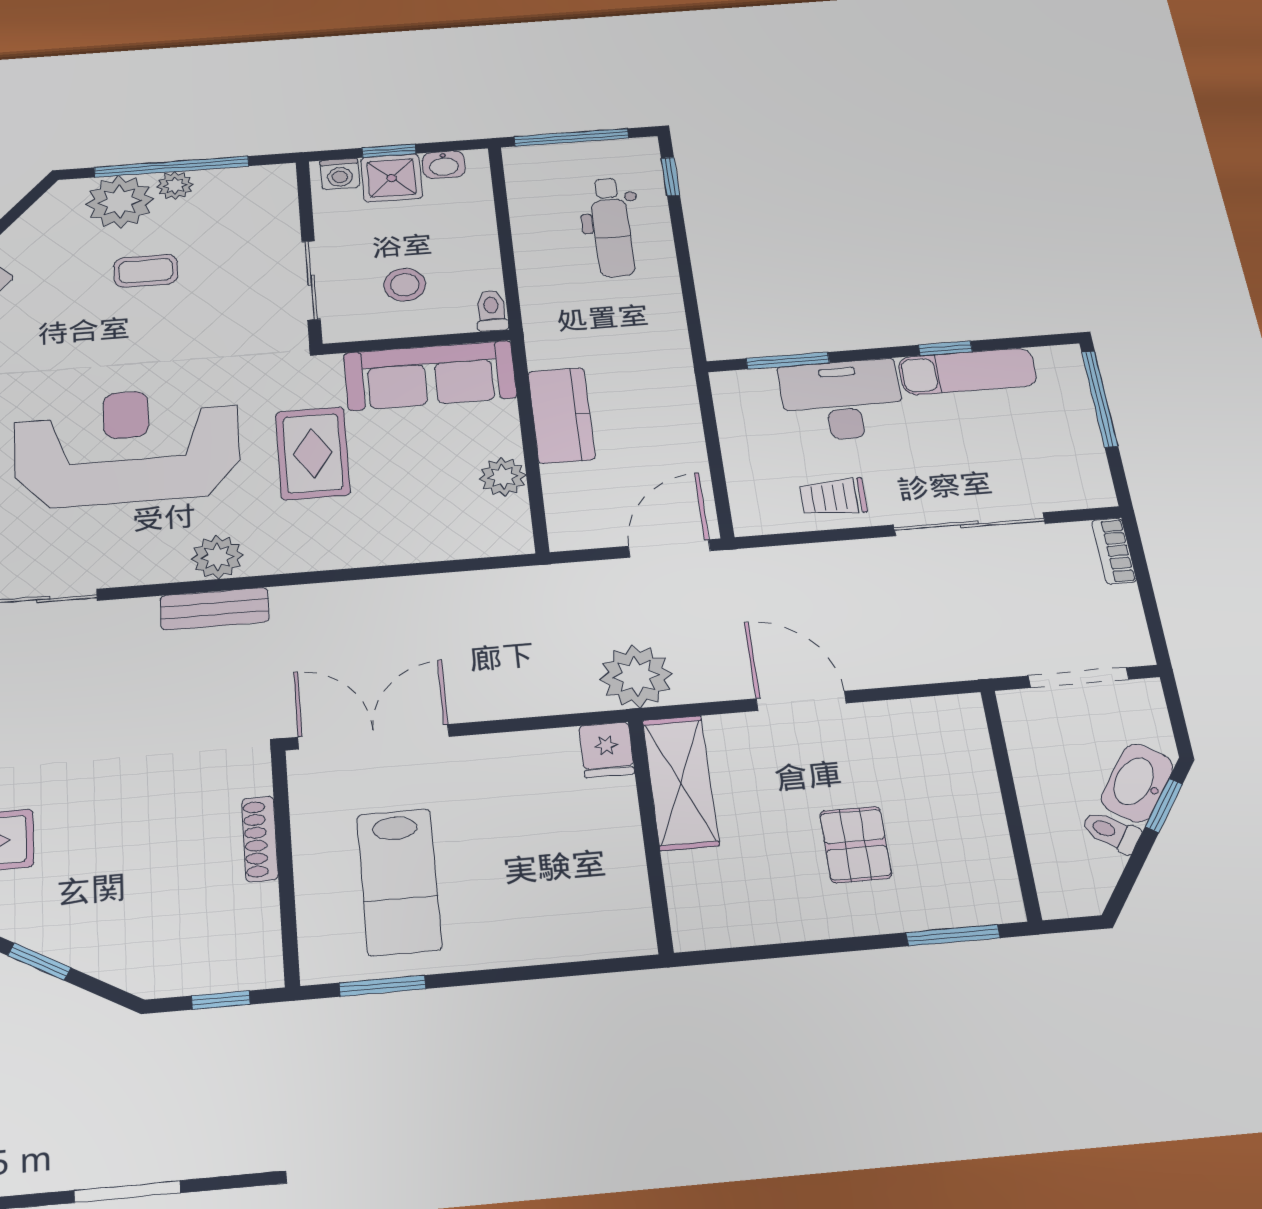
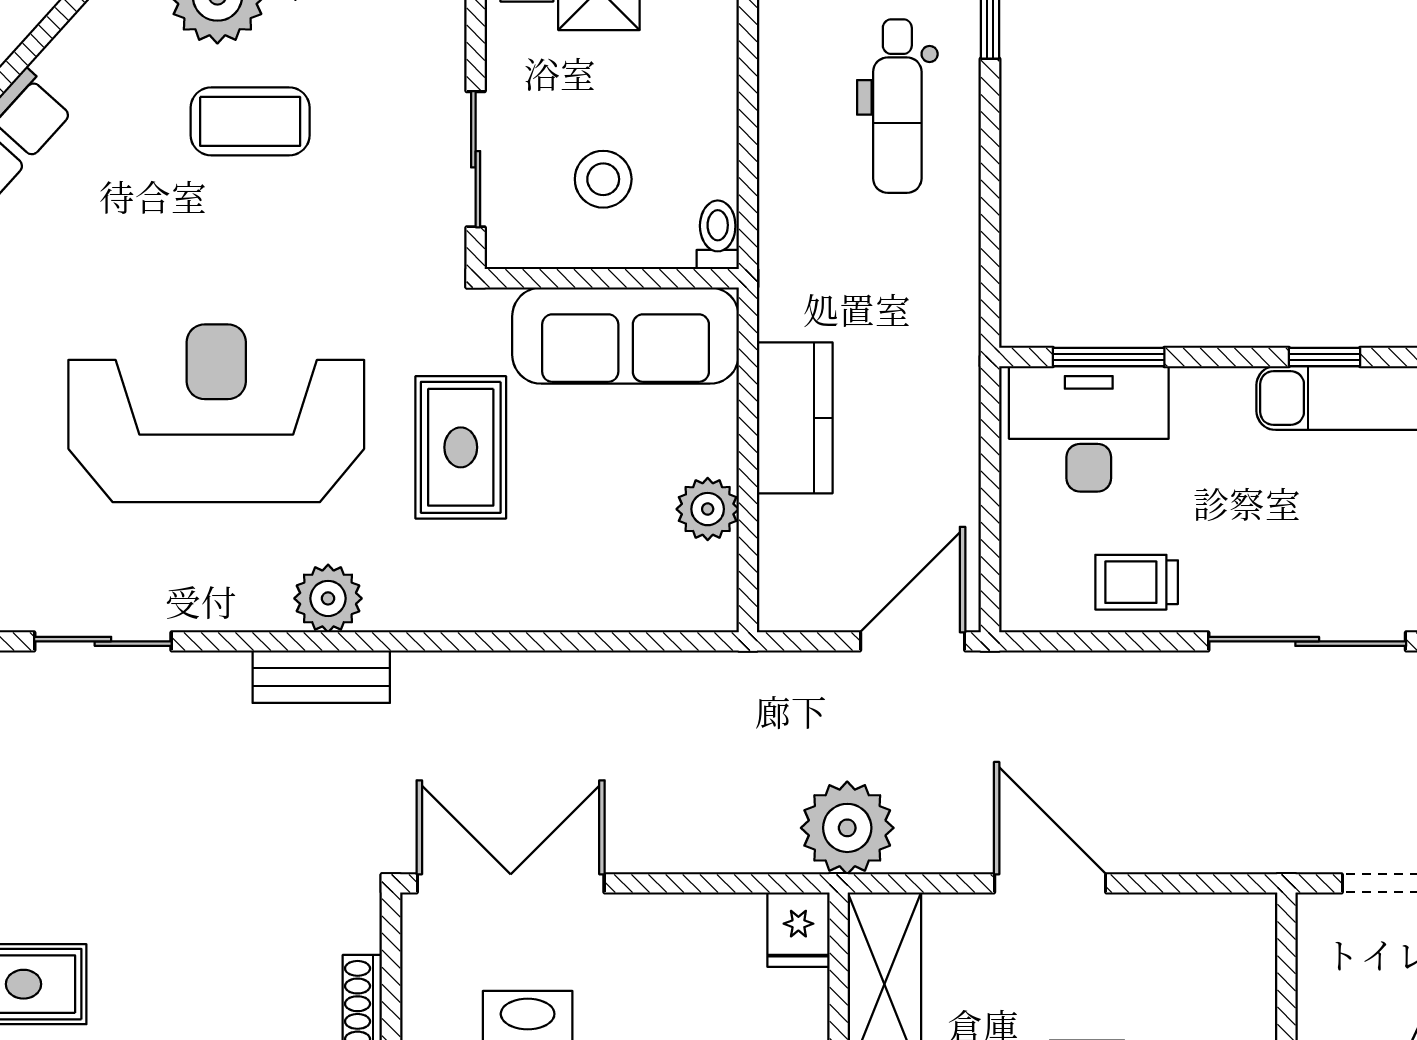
coffee table: (146, 271) -> (250, 121), width x1.36, depth x1.30
desk: (842, 400) -> (1089, 429), moved

